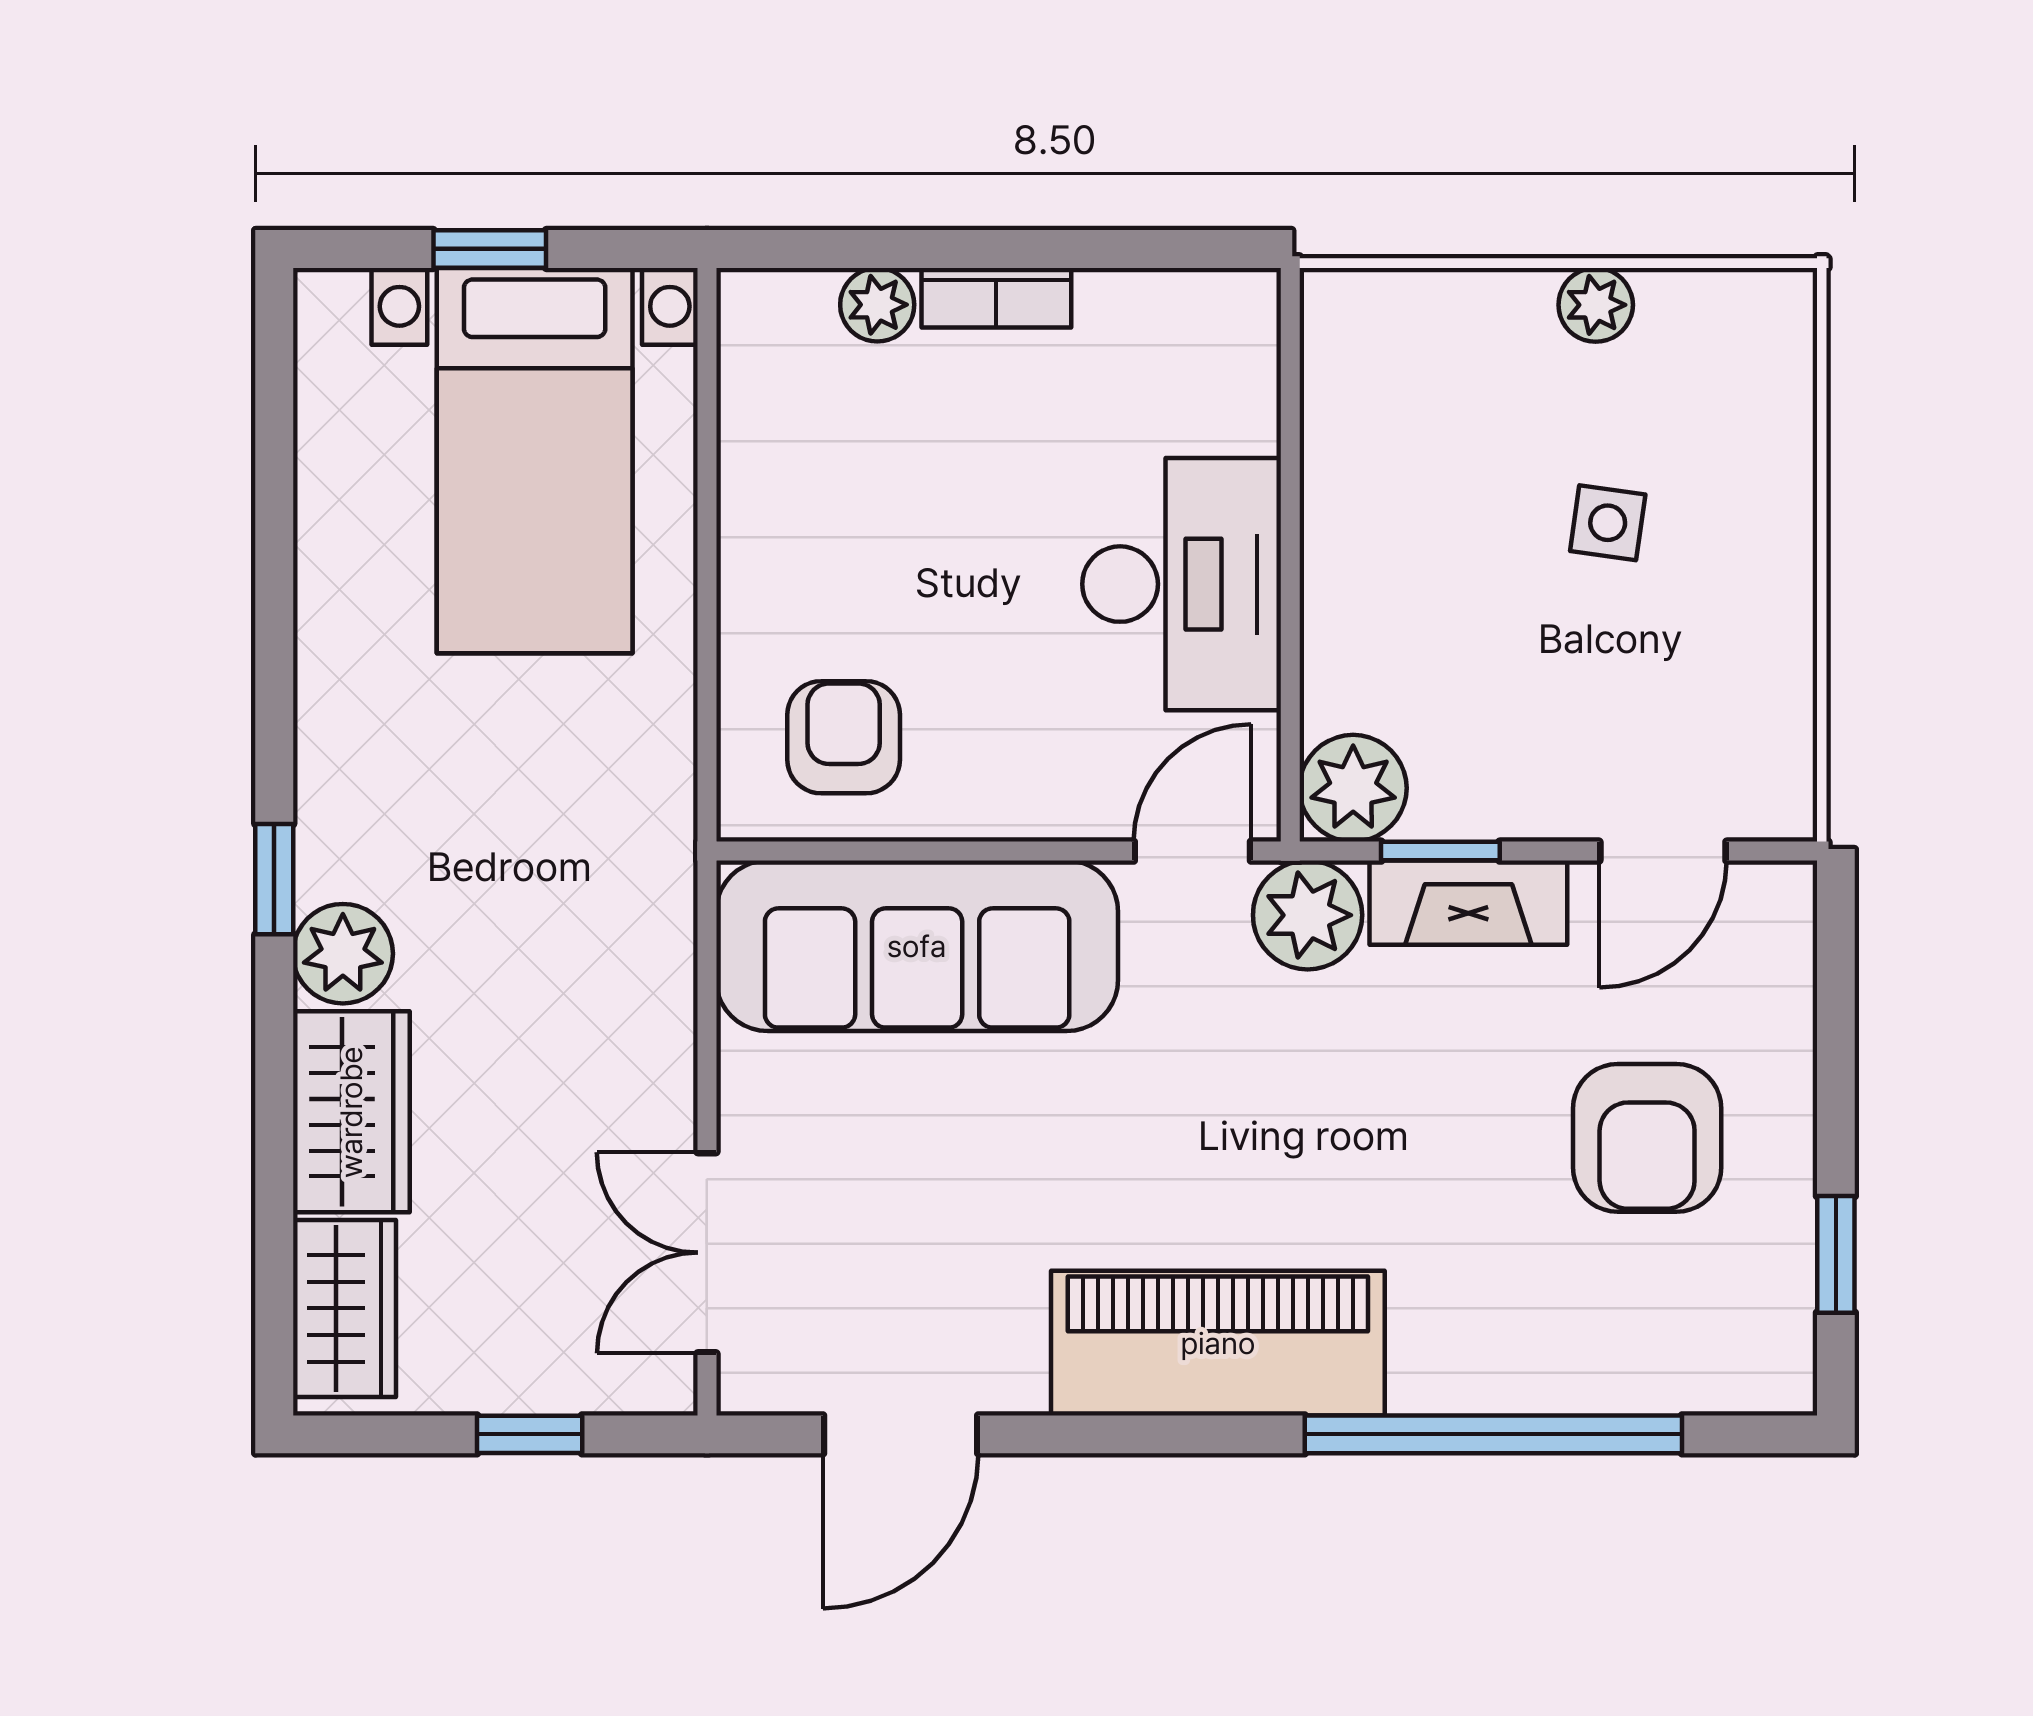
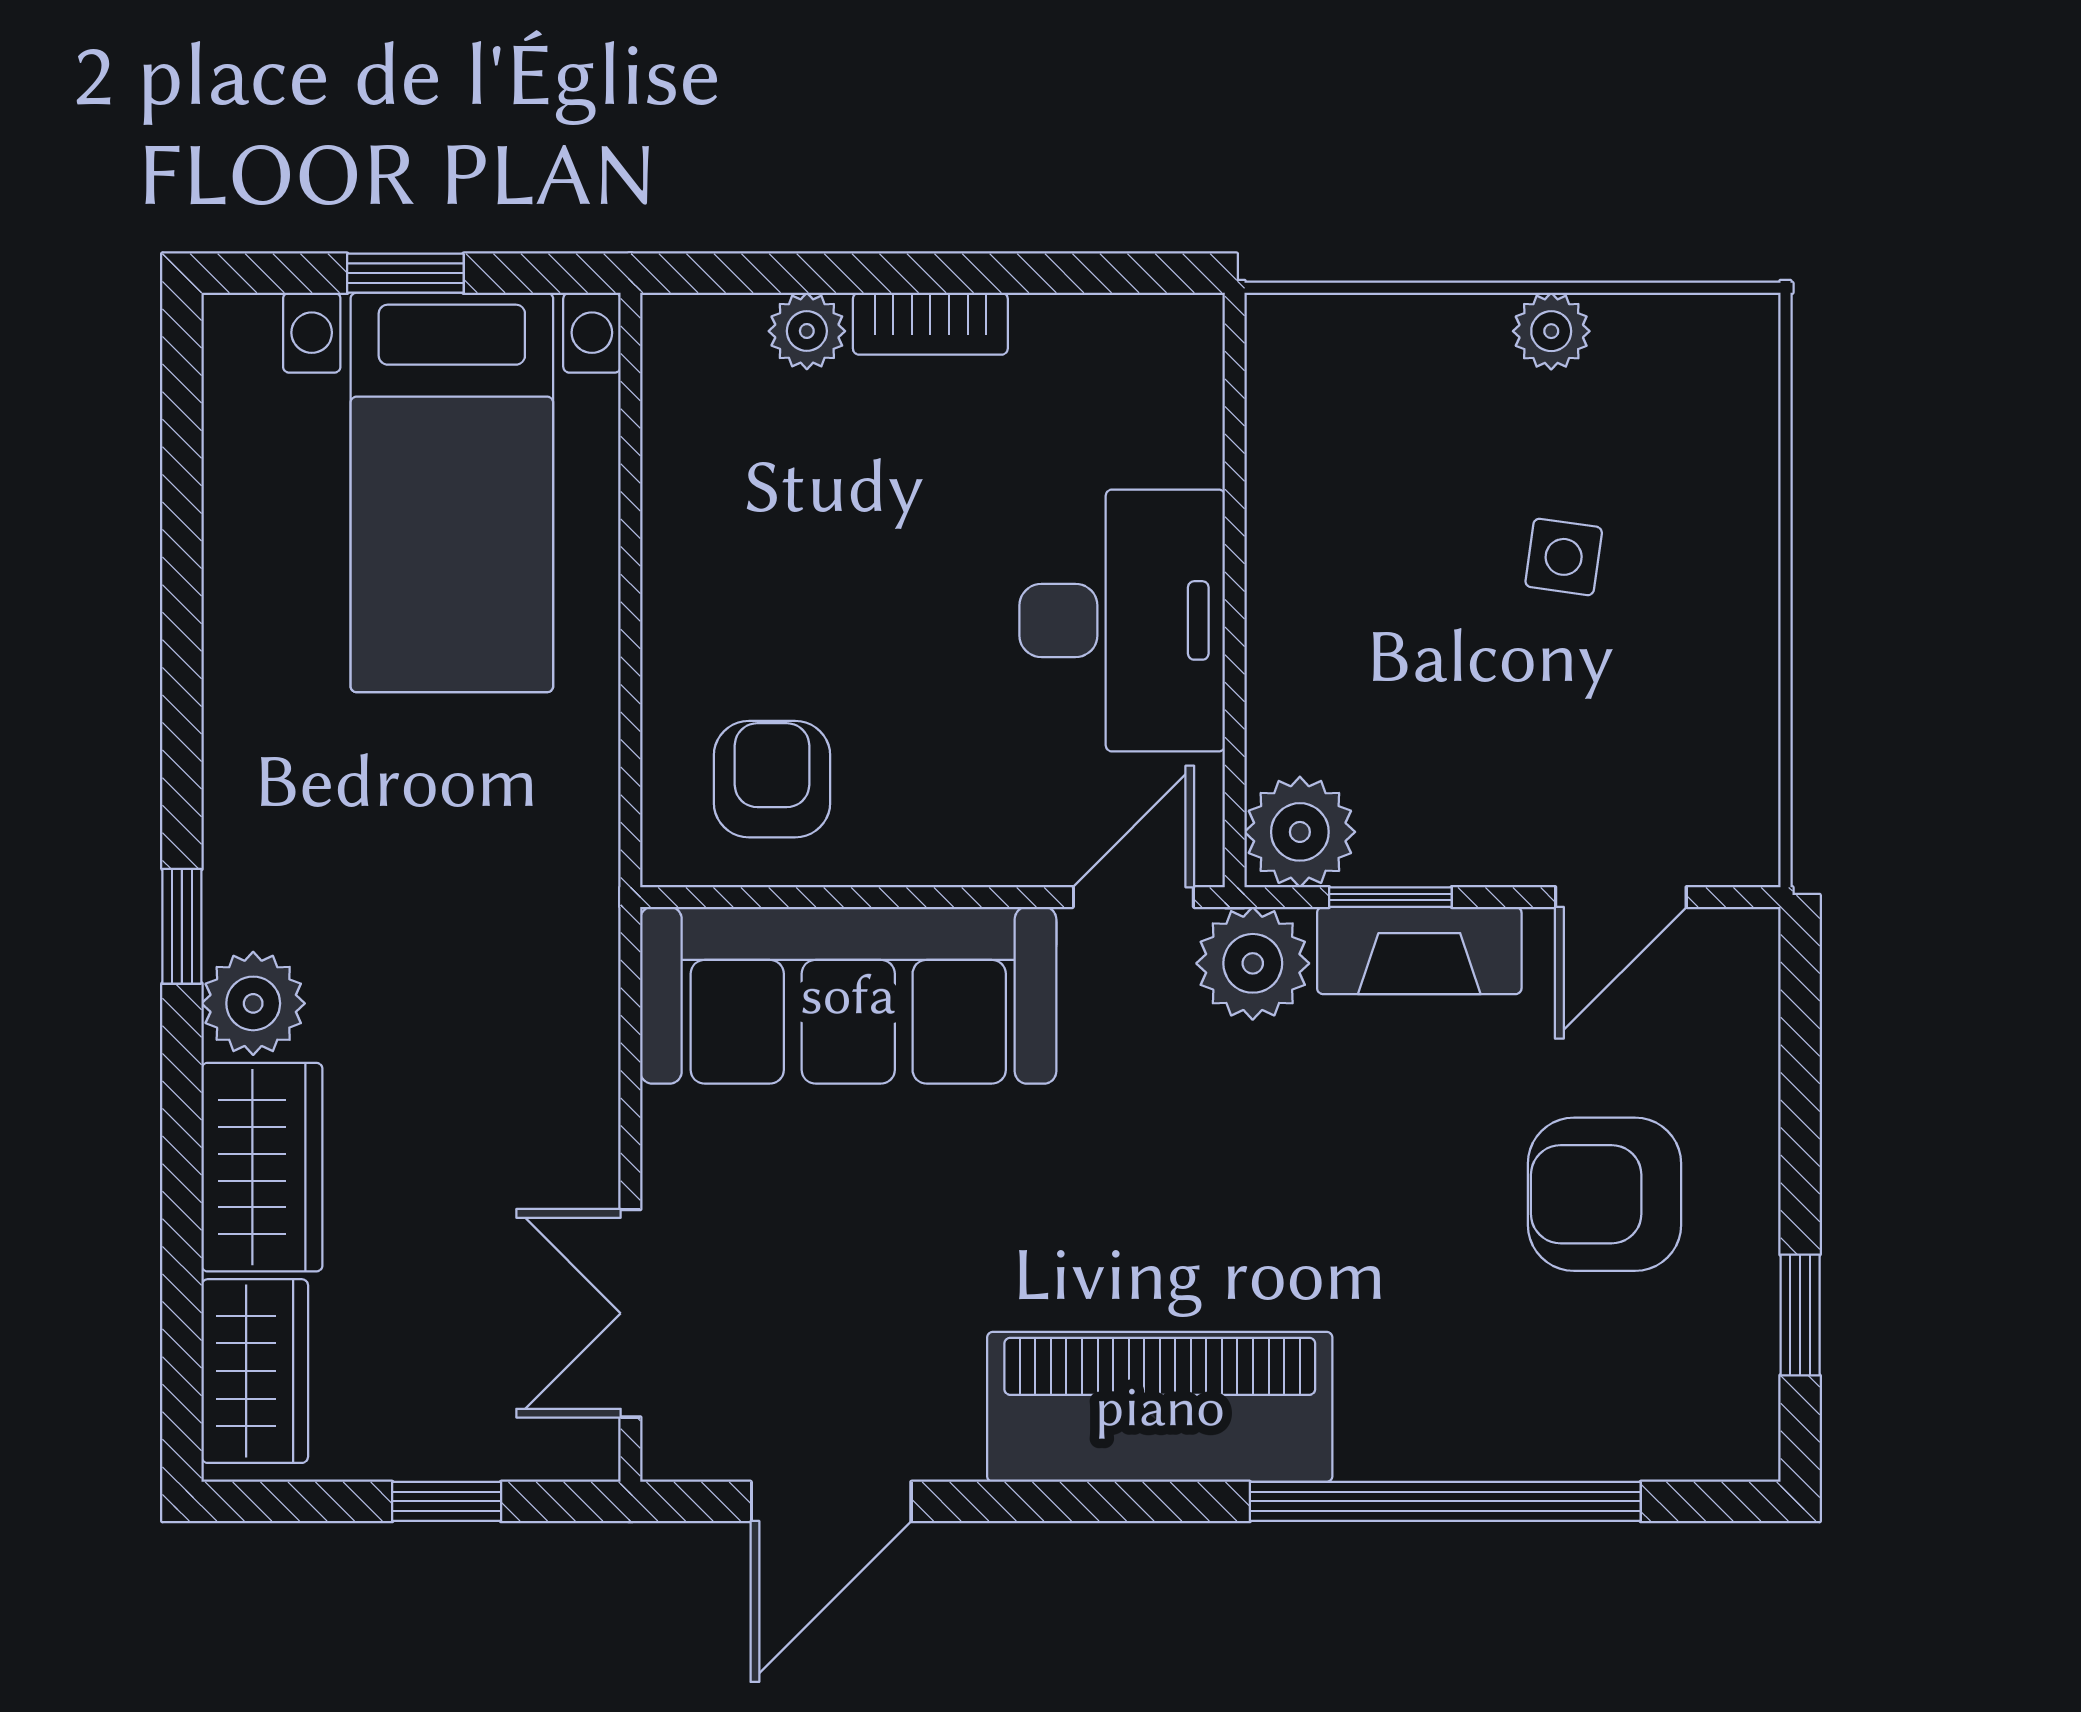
armchair: (1647, 1138) -> (1605, 1194), turned 90

